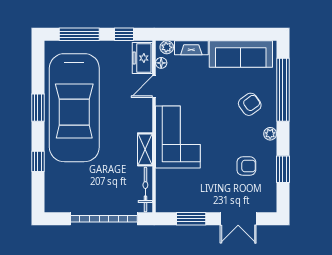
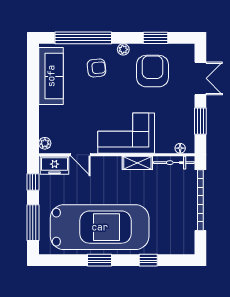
fireplace: (191, 48) -> (45, 121), removed
floor lamp: (161, 63) -> (180, 148), moved
armchair: (250, 104) -> (96, 68), turned 120
armchair: (246, 166) -> (153, 71), width x1.88, depth x1.88

